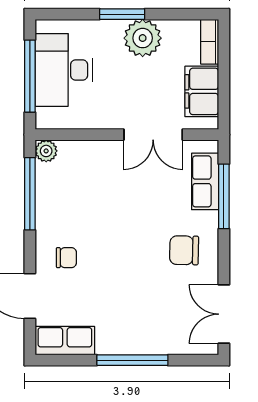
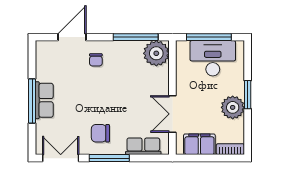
plant: (46, 151) -> (156, 53), width x1.87, depth x1.87
window: (224, 196) -> (109, 158), moved
chair: (184, 250) -> (100, 133), turned -91
row of seats: (65, 341) -> (44, 100), moved

